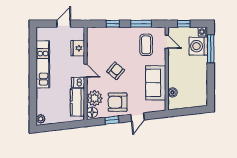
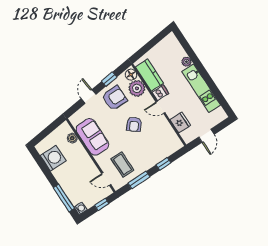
washing machine: (198, 46) -> (53, 158), moved
plant: (41, 119) -> (186, 62), moved

